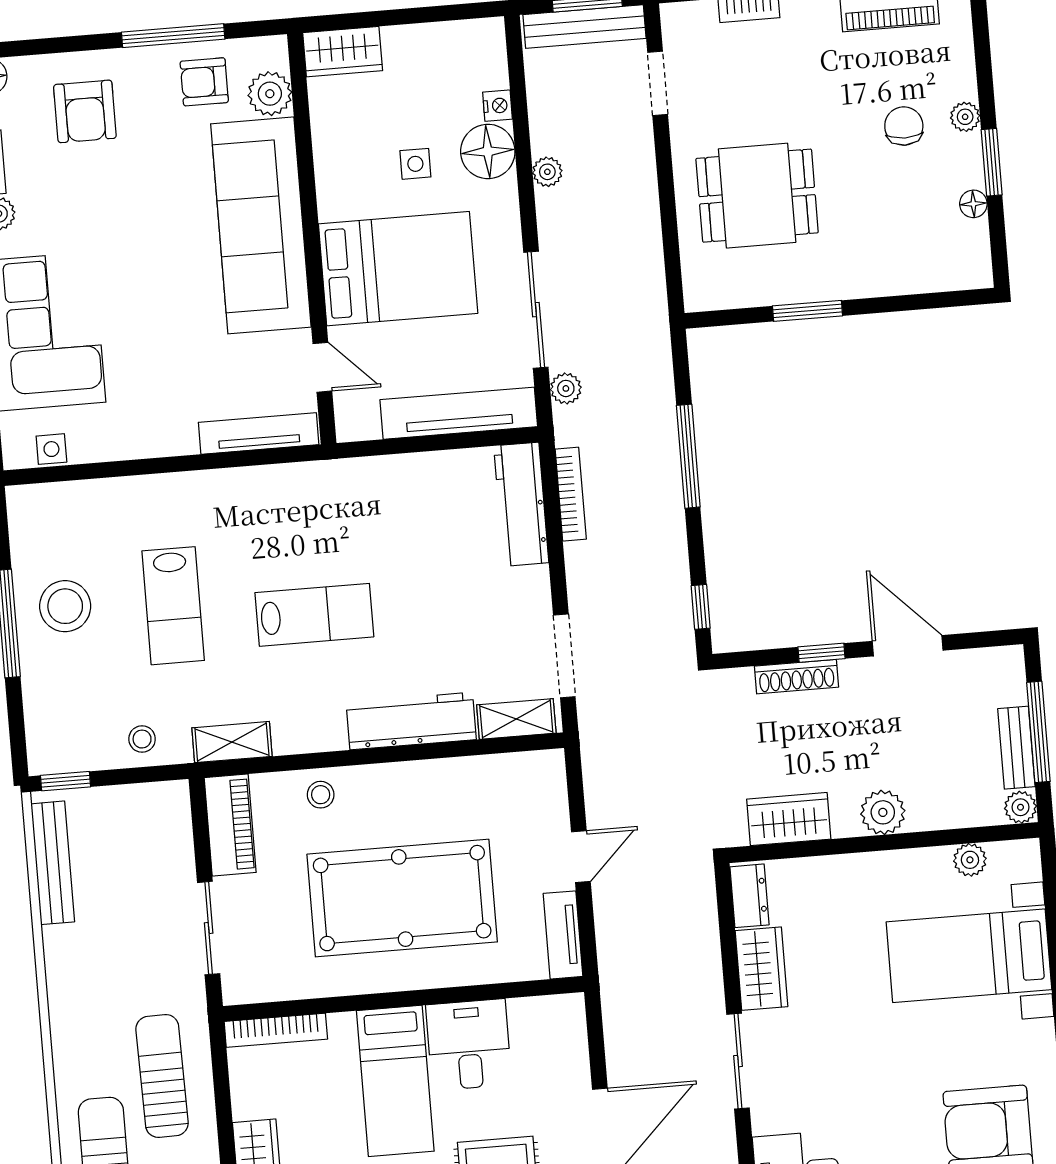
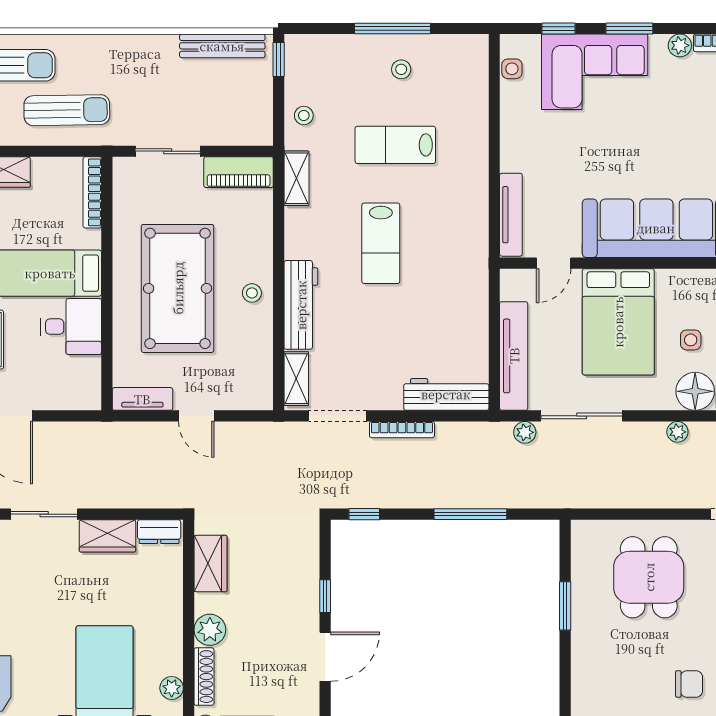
bookcase: (571, 494) -> (402, 430), moved
stool: (65, 606) -> (401, 69), width x0.53, depth x0.53
shoe rack: (796, 677) -> (204, 677), moved, turned 180
stool: (321, 795) -> (252, 293), moved

